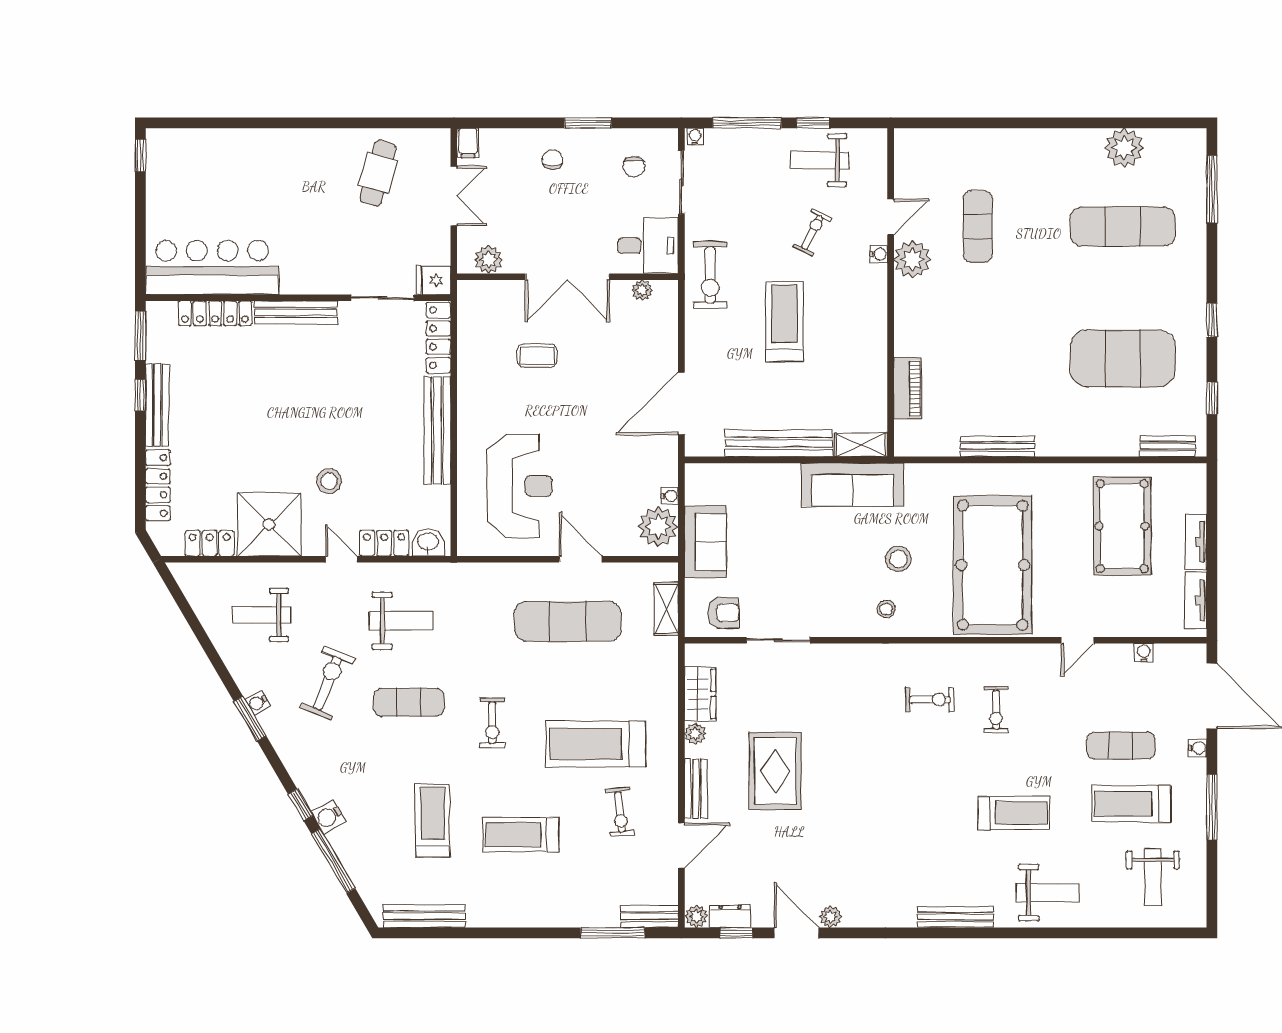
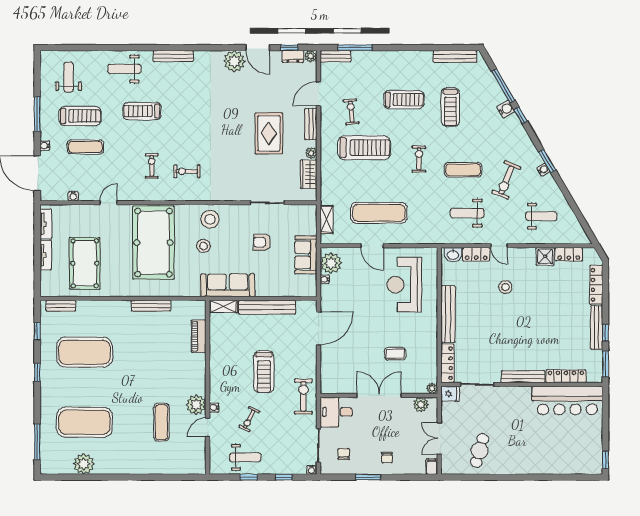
window: (747, 123) -> (284, 477), width x0.46
exercise mat: (1123, 226) -> (84, 422), width x1.47
plant: (642, 290) -> (432, 388), moved
shower: (269, 524) -> (545, 256), width x0.54, depth x0.54
stool: (886, 609) -> (210, 219), width x1.89, depth x1.89
armchair: (723, 613) -> (262, 242), moved
plant: (831, 917) -> (234, 61), width x1.87, depth x1.87

